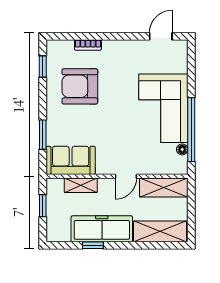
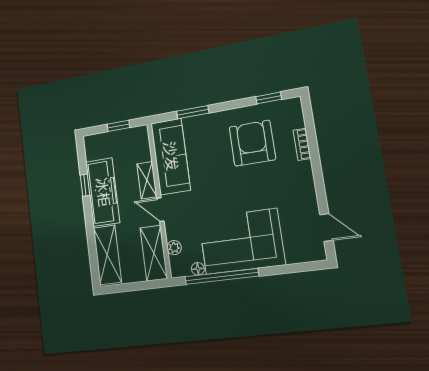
sofa: (71, 160) -> (171, 156), width x1.36
plant: (161, 168) -> (174, 248), added
shelving: (81, 185) -> (147, 180), moved

